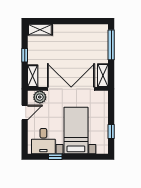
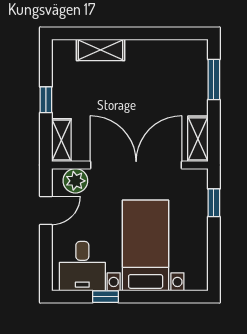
shelving: (40, 30) -> (101, 50), moved
window: (111, 45) -> (214, 80), width x0.69
window: (111, 132) -> (214, 203), moved

